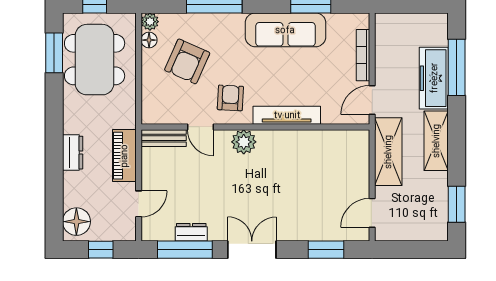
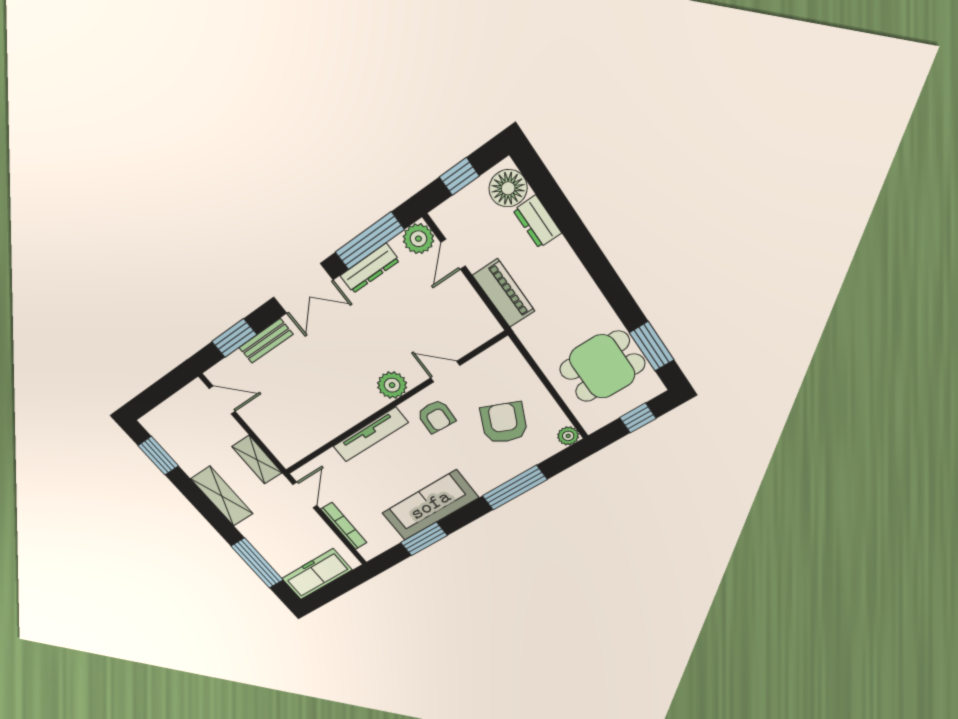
floor lamp: (149, 40) -> (557, 419), removed
dining table: (95, 60) -> (602, 367), width x0.73
freezer: (434, 78) -> (317, 574), moved, turned -90
bench: (164, 138) -> (266, 341), moved
shelving: (388, 152) -> (257, 460), width x0.67, depth x0.75
dresser: (73, 153) -> (537, 222), moved
door: (372, 213) -> (222, 400), hinge flipped
plant: (153, 229) -> (418, 239), added
dresser: (191, 232) -> (370, 268), width x1.44

